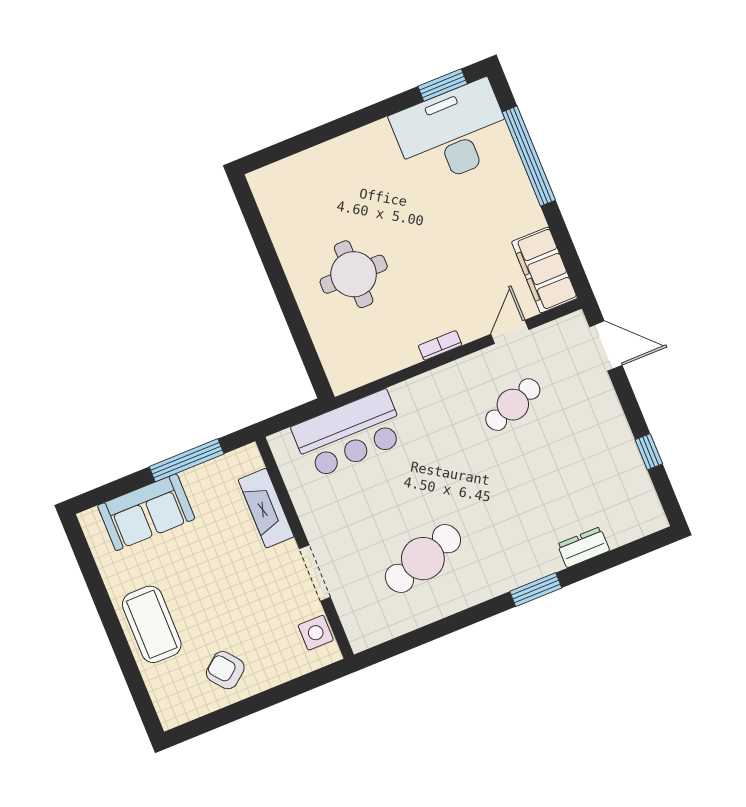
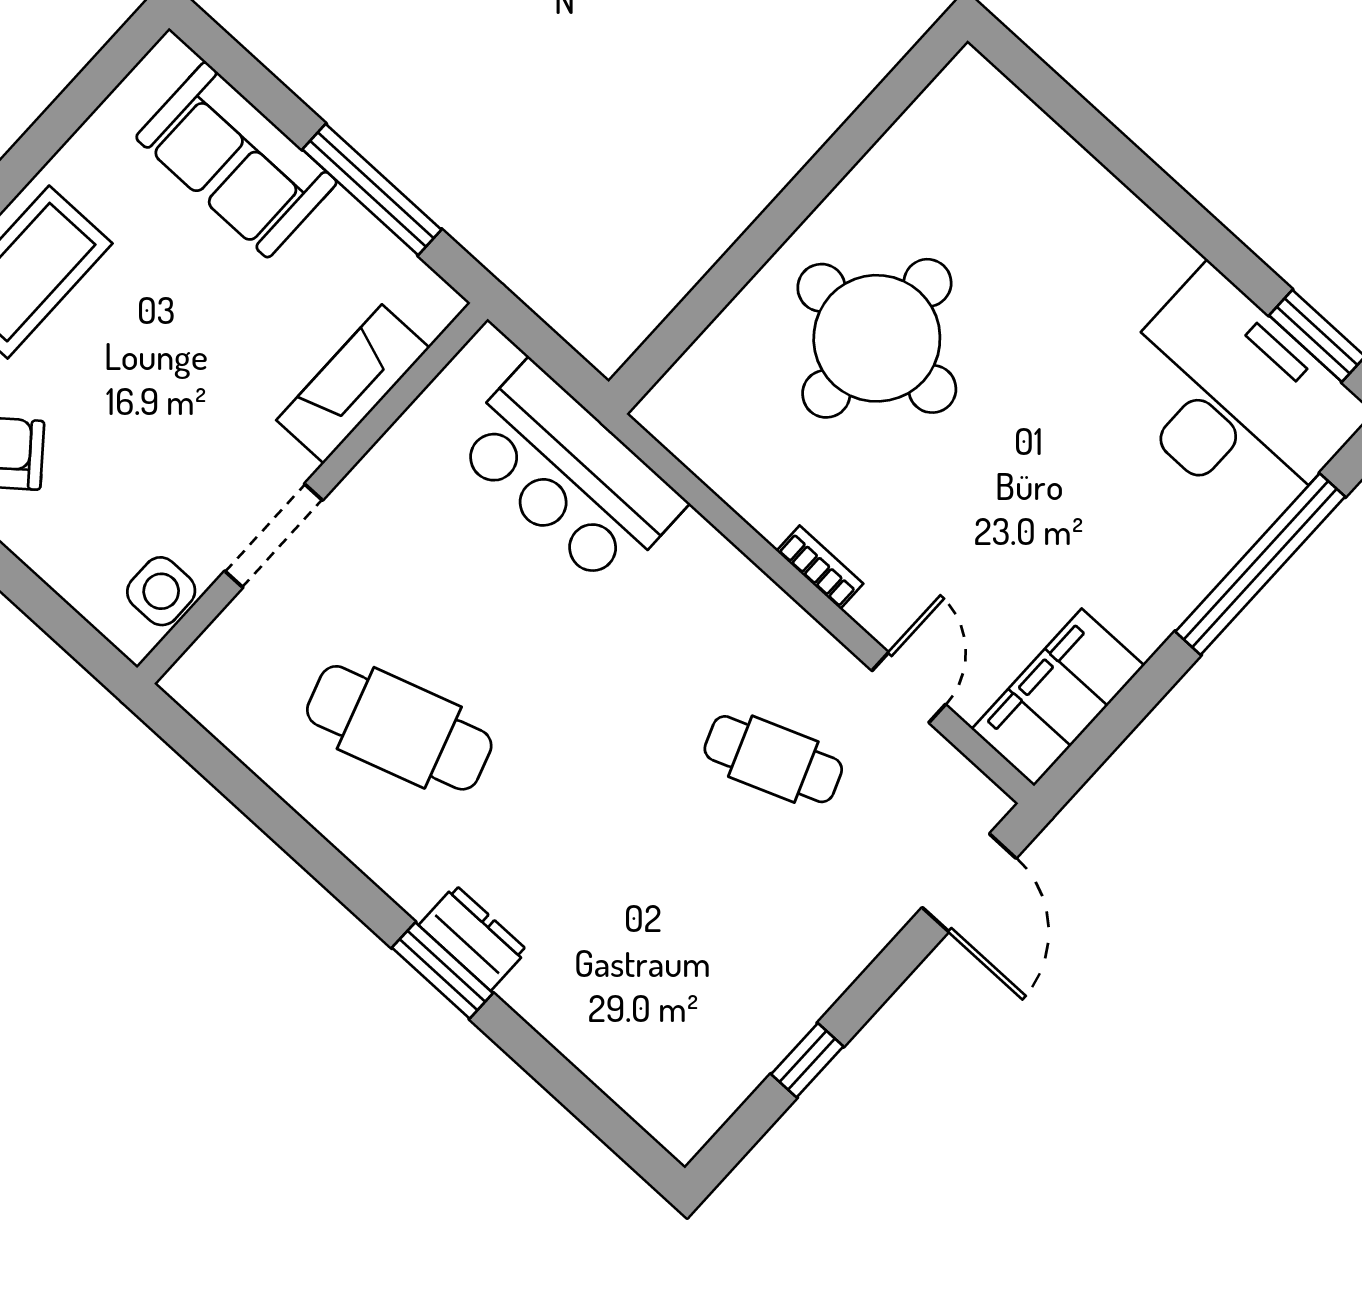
round table: (354, 274) -> (877, 338), width x1.36, depth x1.36
door: (510, 332) -> (909, 687), hinge flipped
dresser: (583, 547) -> (473, 938), moved

